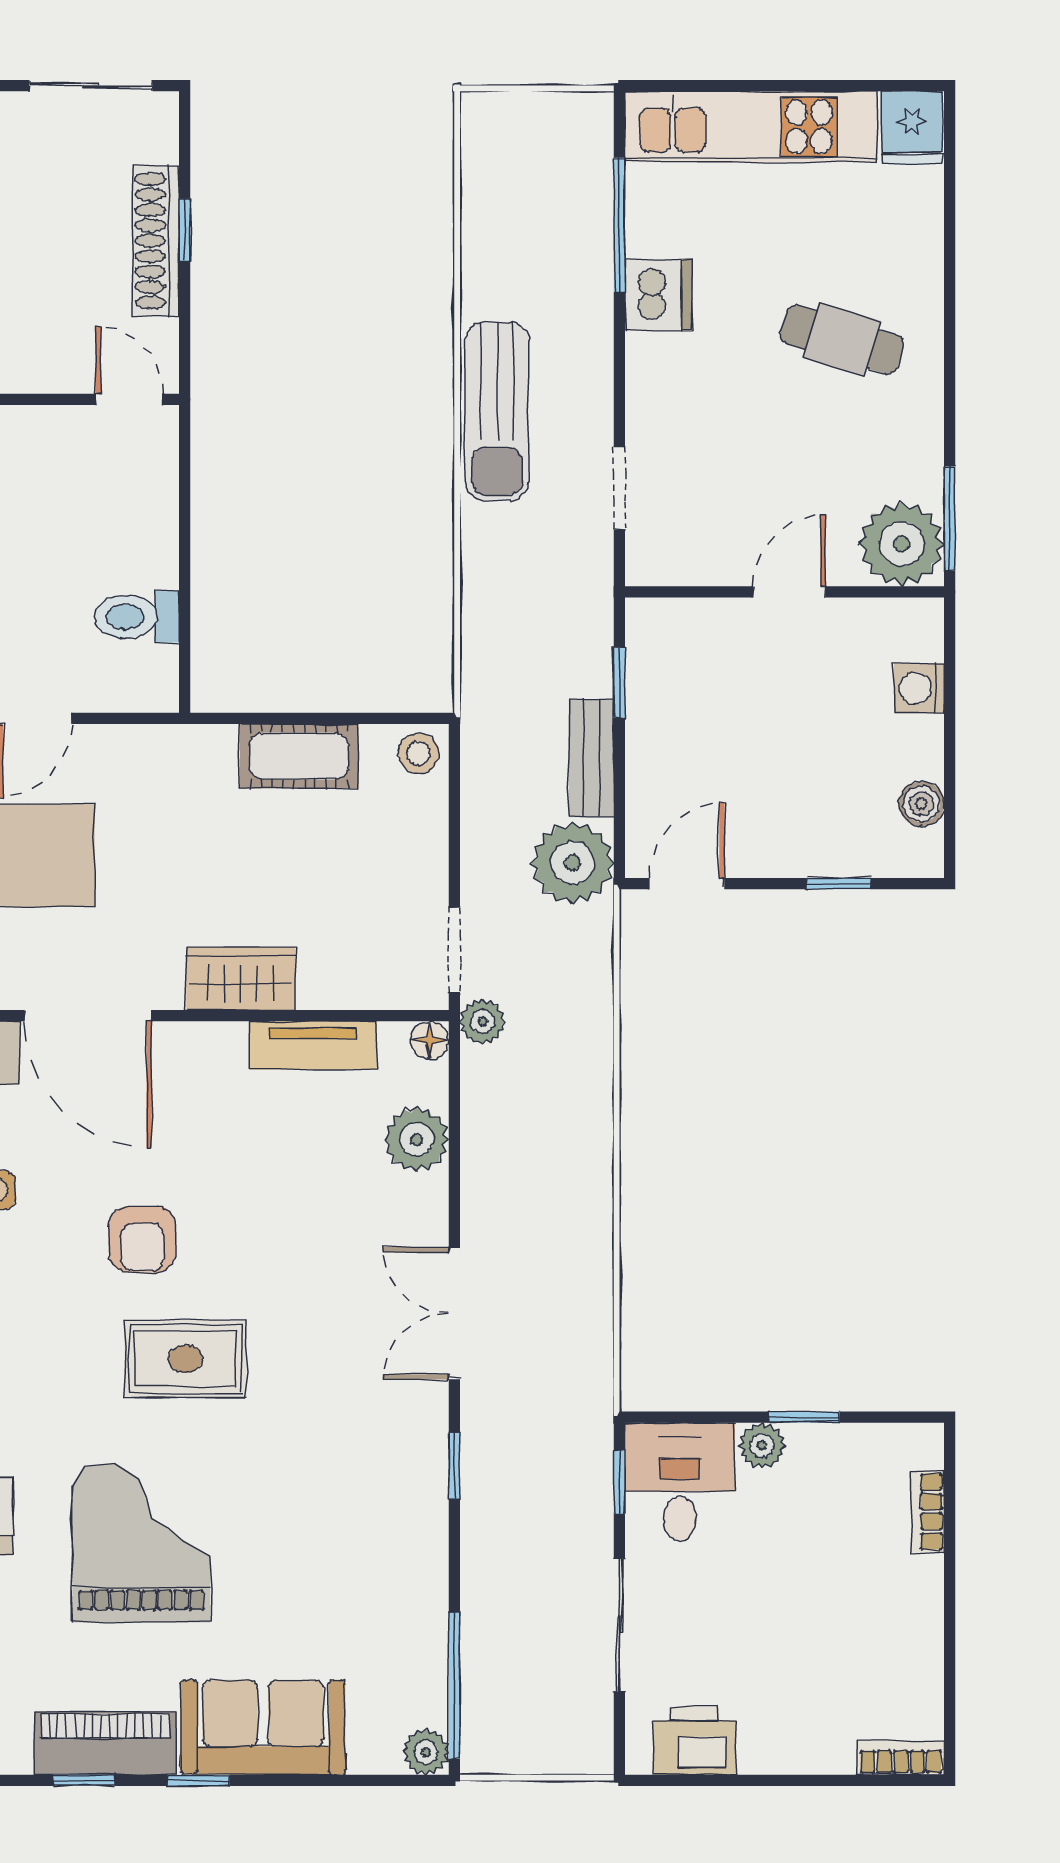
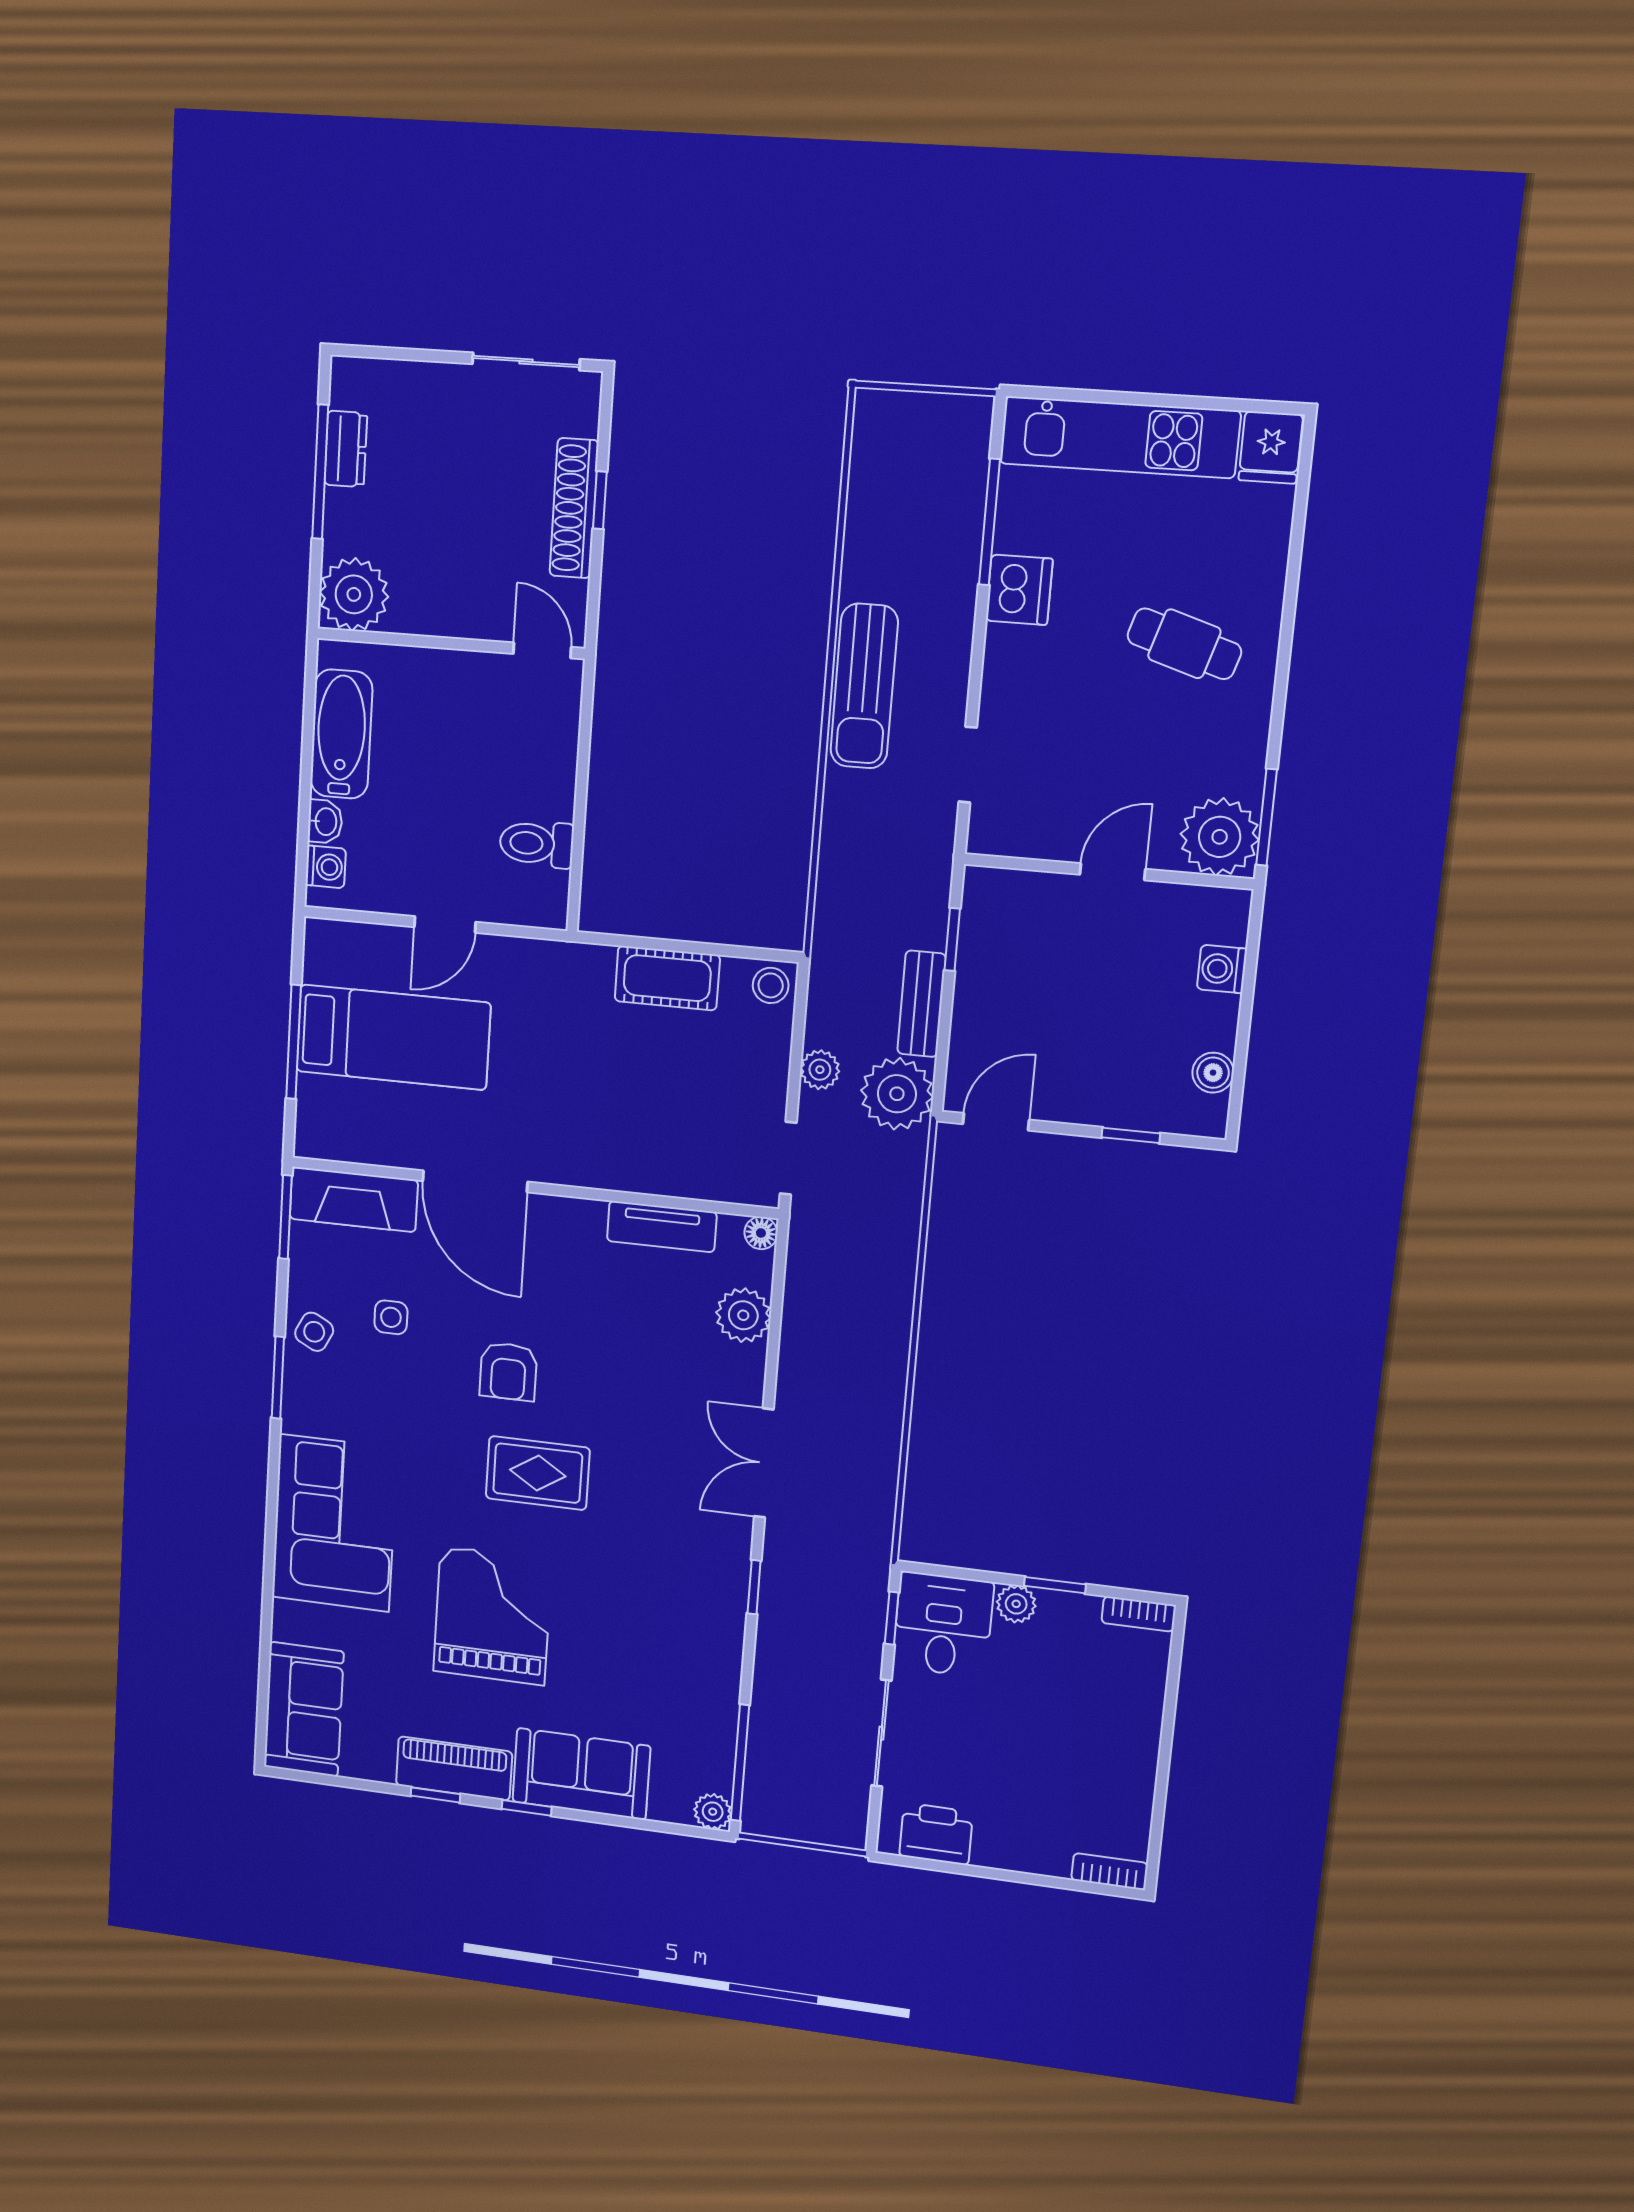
wardrobe: (241, 979) -> (604, 1164), removed
plant: (482, 1022) -> (820, 1070), moved
bookcase: (928, 1511) -> (1139, 1614), moved, turned -90

